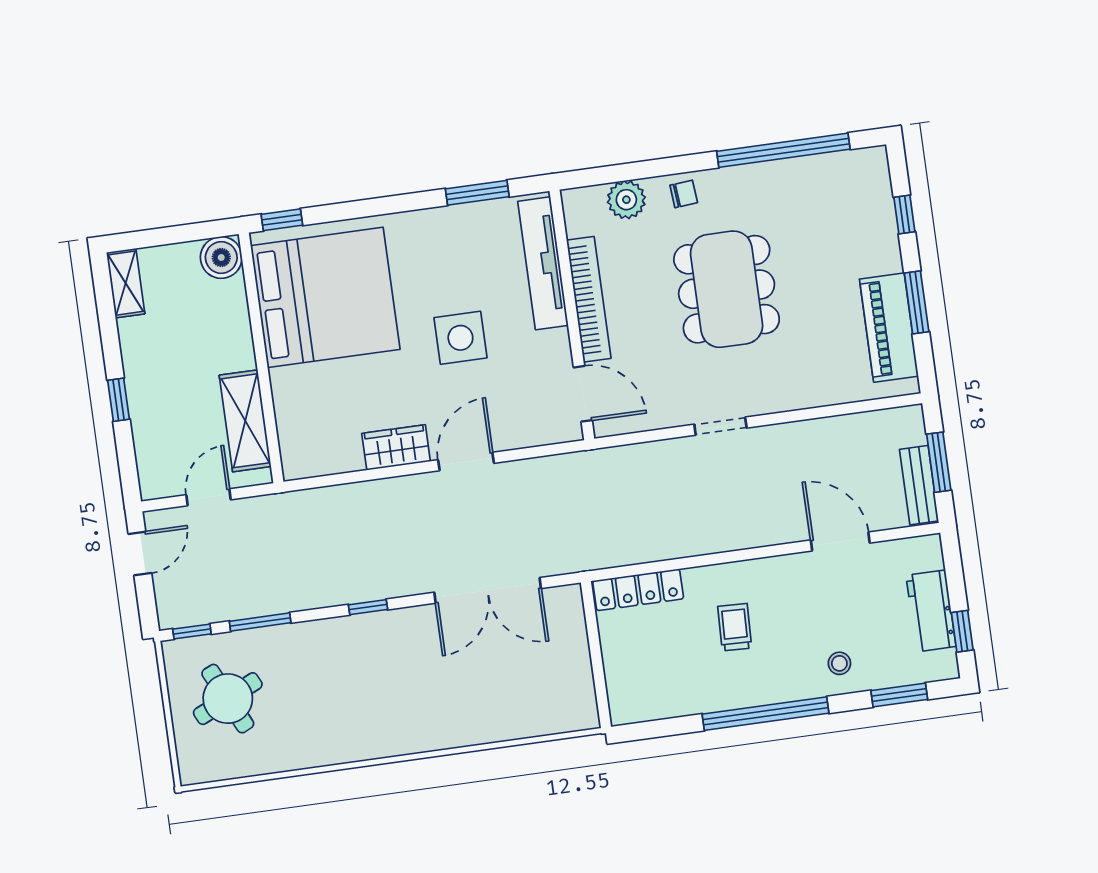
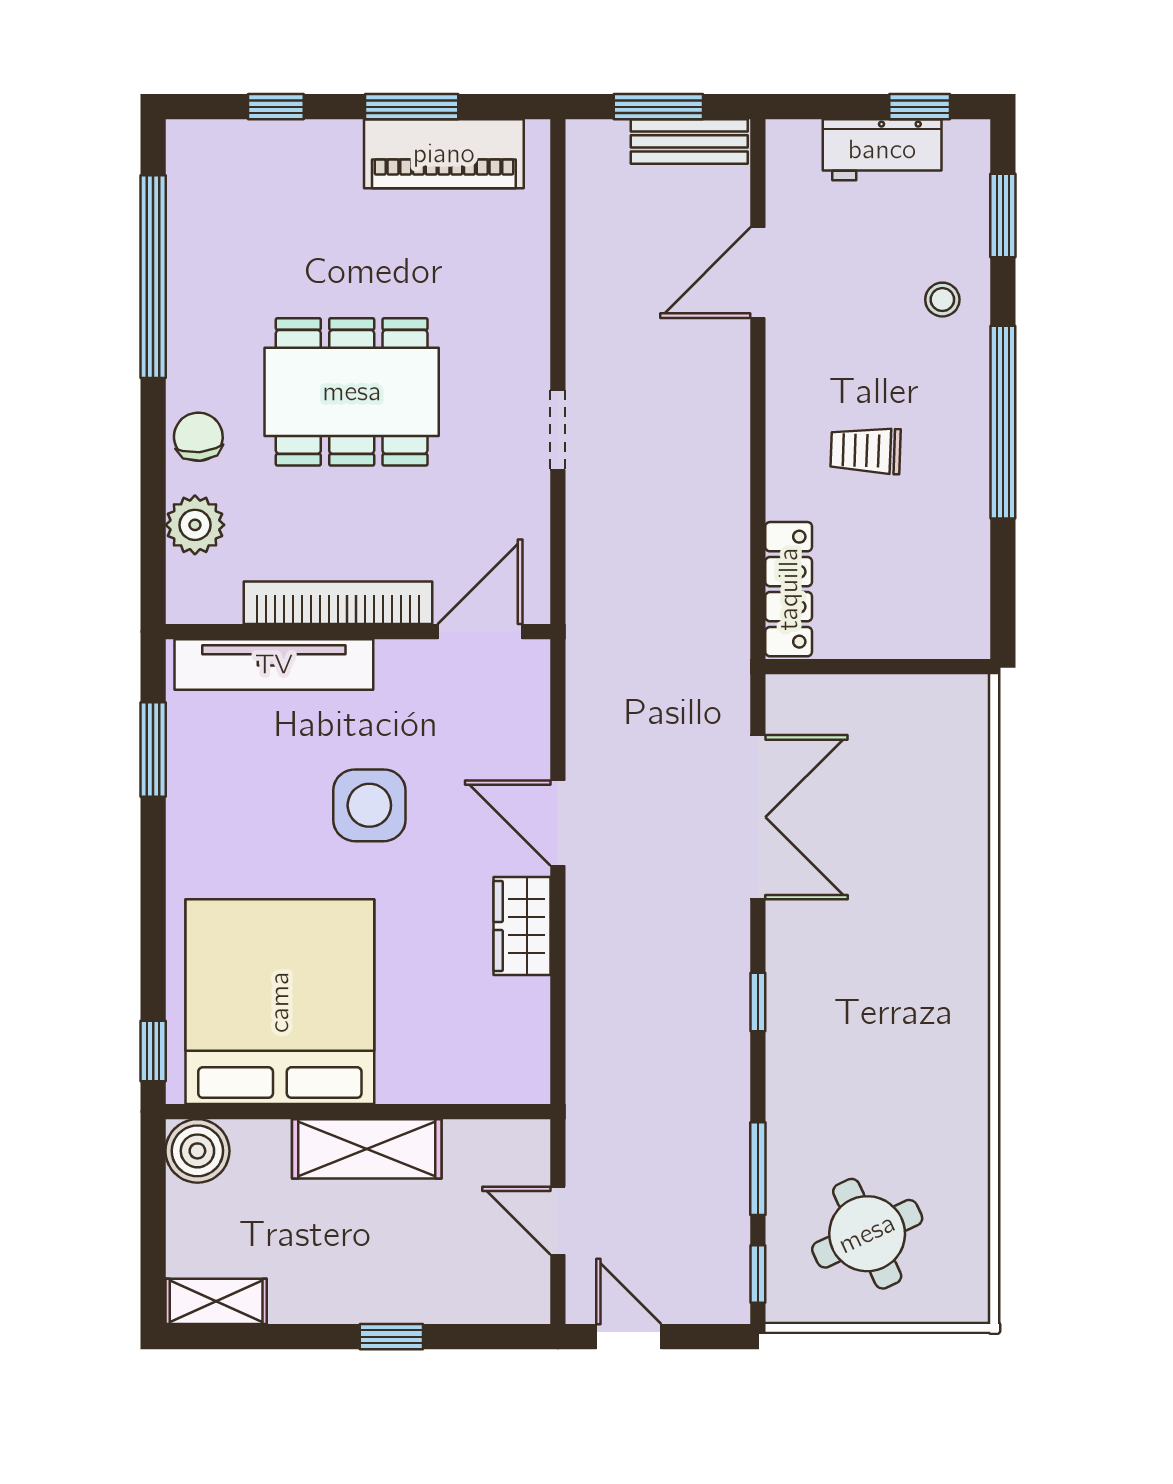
chair: (684, 194) -> (198, 437), width x1.37, depth x1.37
shelving: (245, 421) -> (367, 1149), moved

